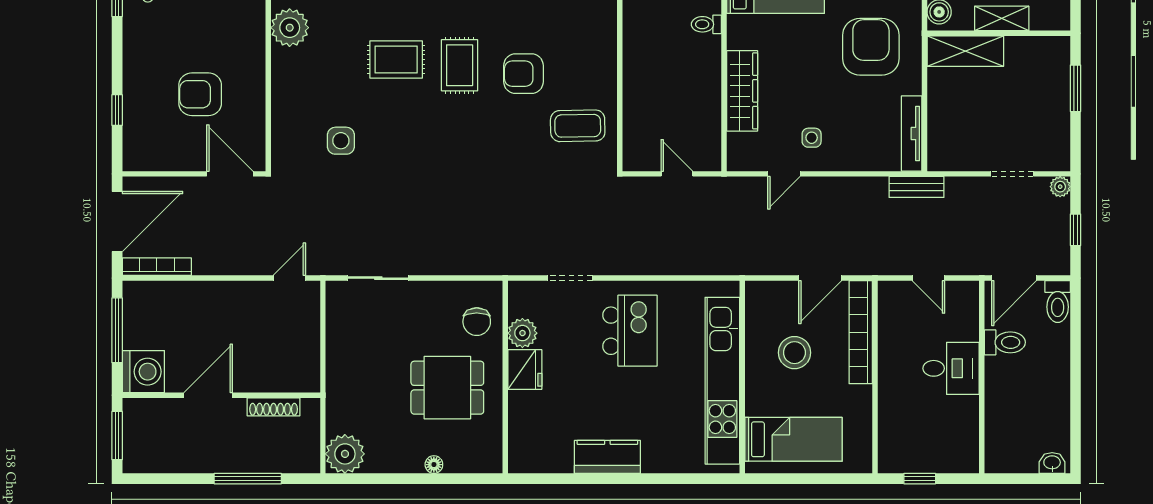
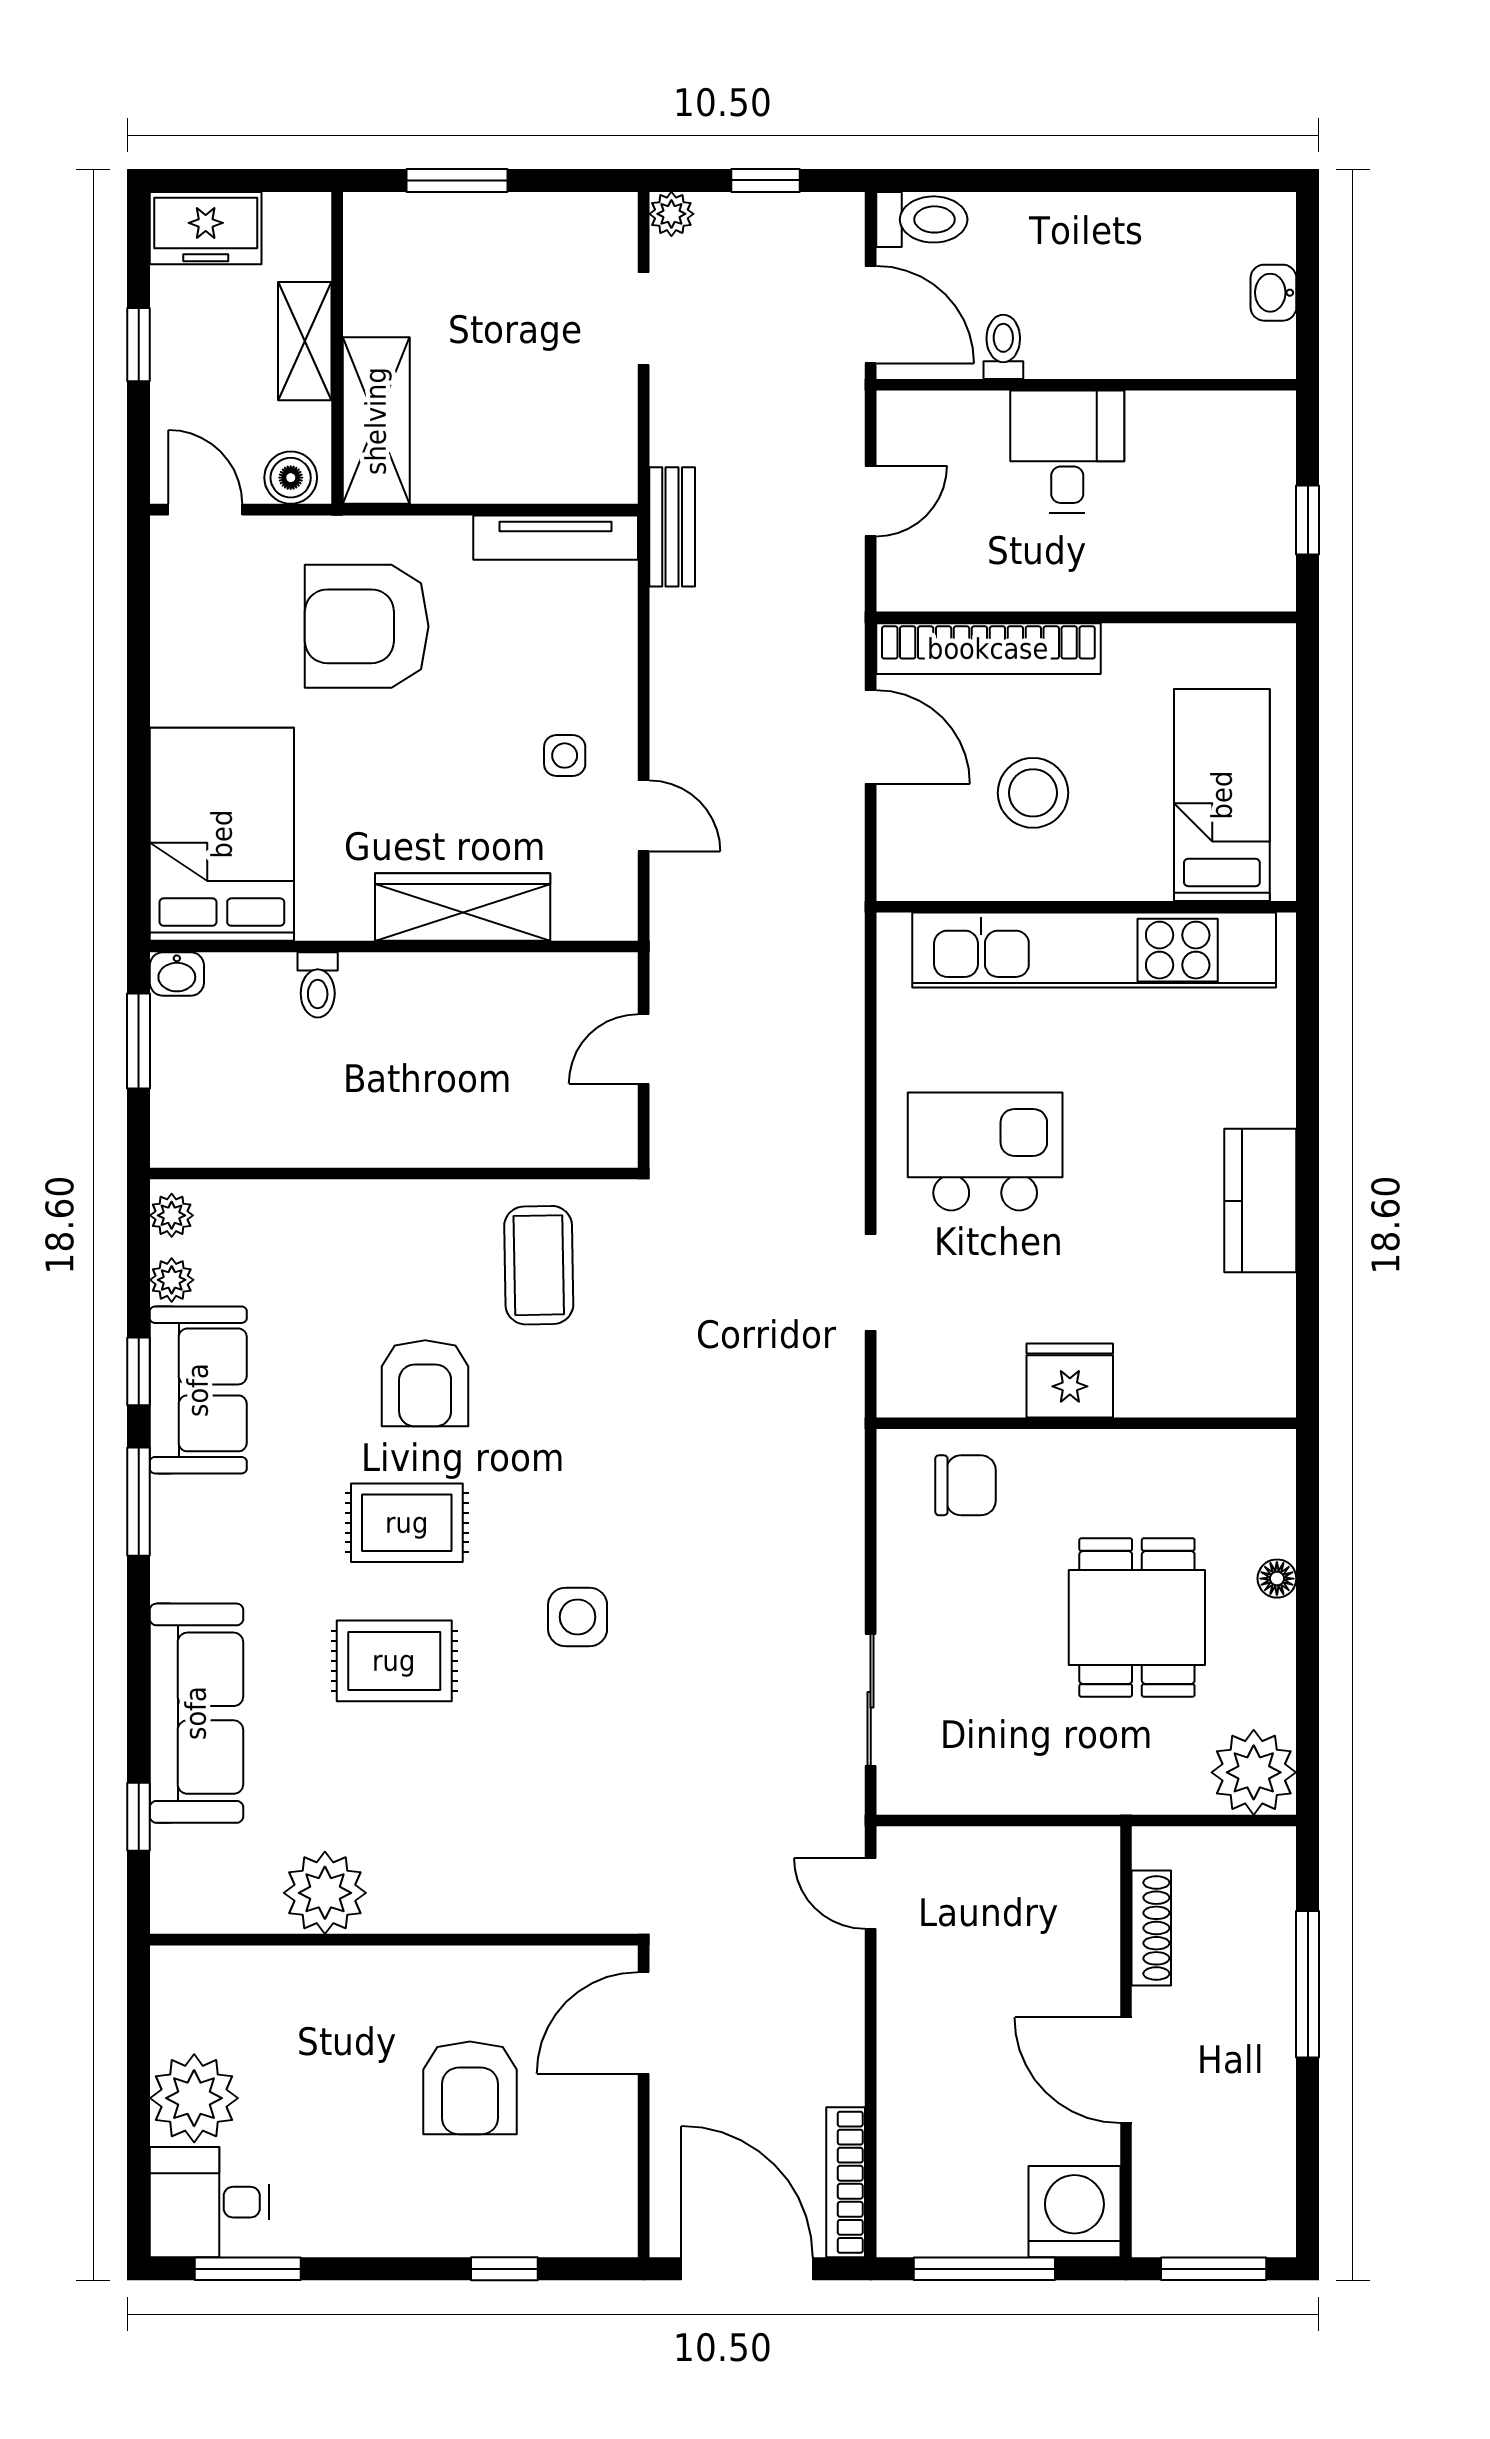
rug: (396, 59) -> (394, 1661), turned 90
side table: (341, 141) -> (578, 1617), moved
plant: (522, 333) -> (990, 1386), removed
toilet: (1005, 342) -> (1003, 347), width x0.73, depth x0.72
dining table: (447, 388) -> (1137, 1617), moved
washbasin: (1052, 463) -> (1273, 293), moved

